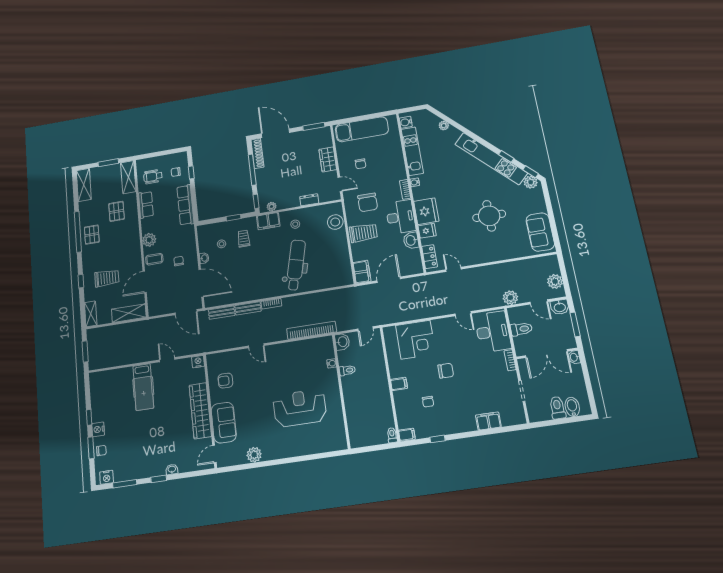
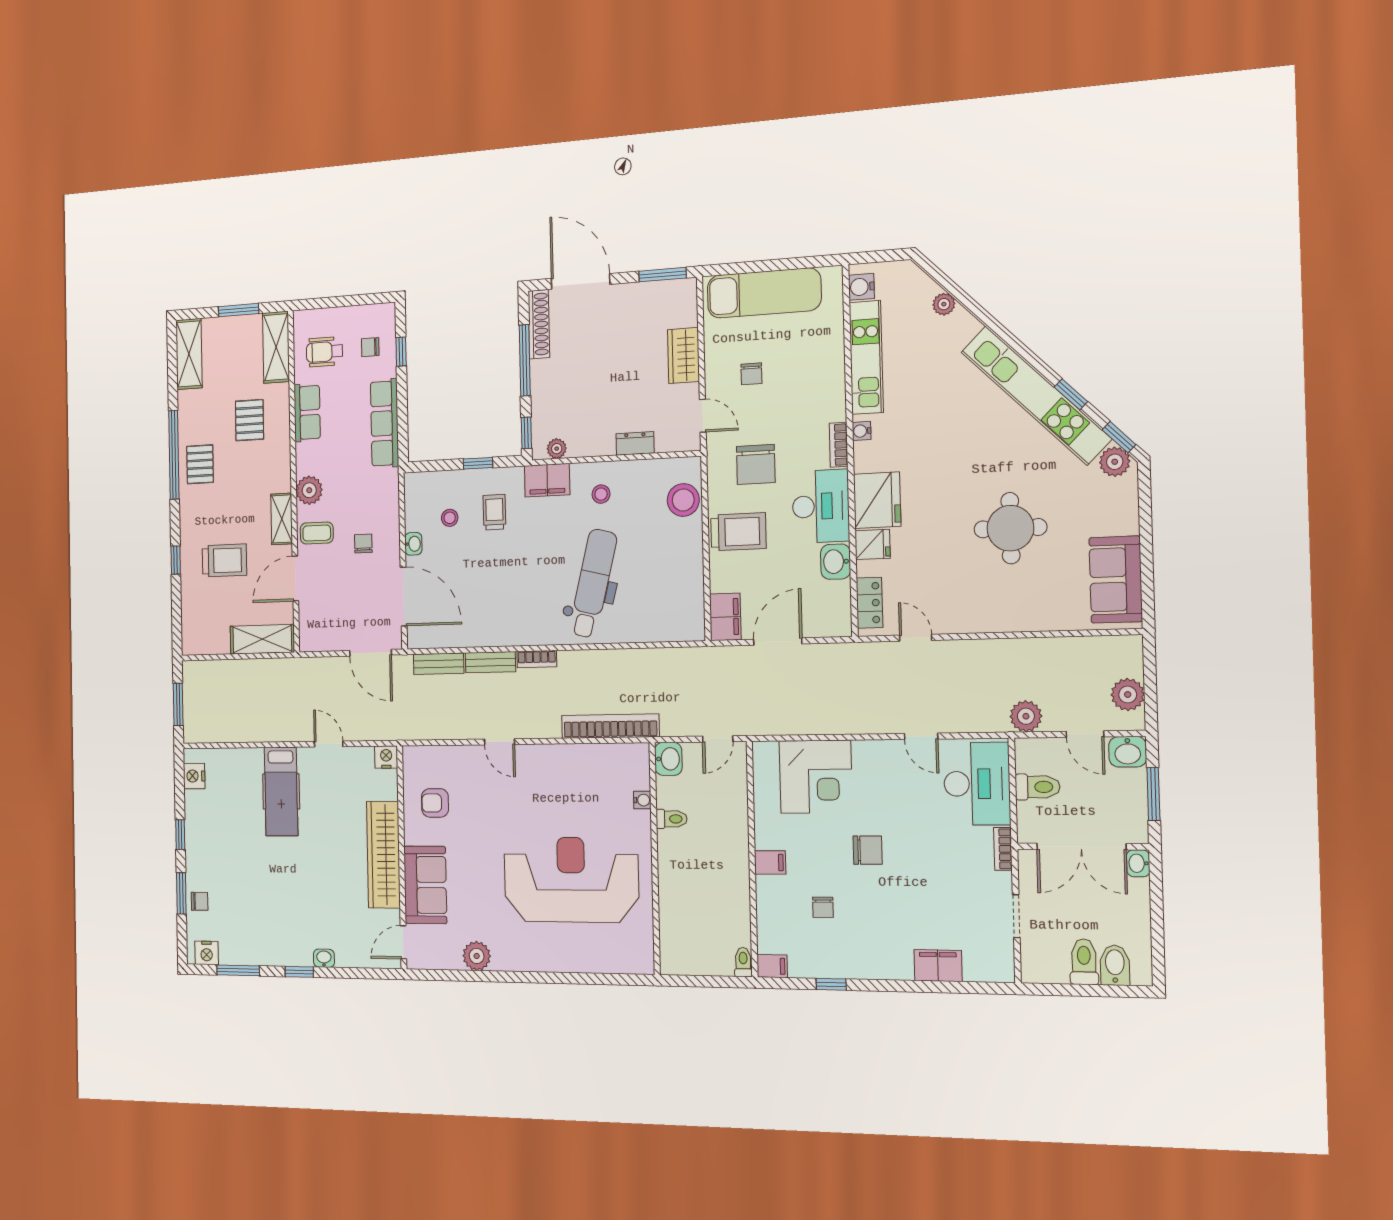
shelving: (91, 314) -> (282, 519), moved
reception desk: (300, 408) -> (571, 880), width x1.36, depth x1.30
nightstand: (98, 429) -> (194, 776), moved

